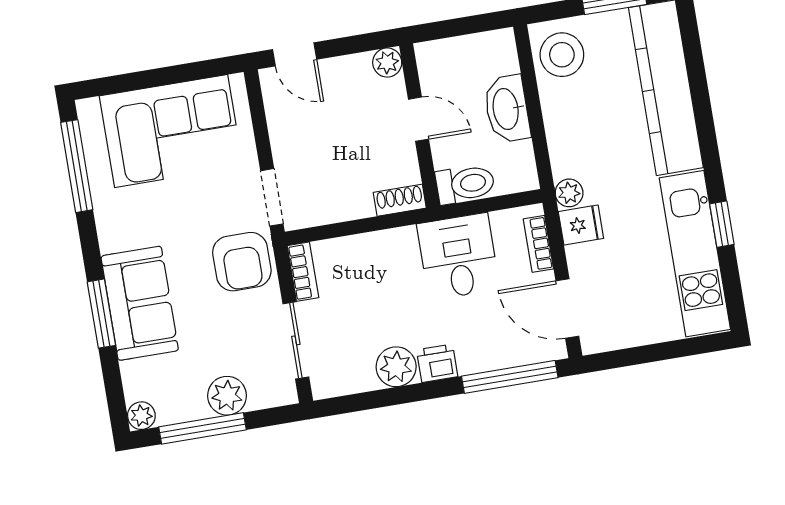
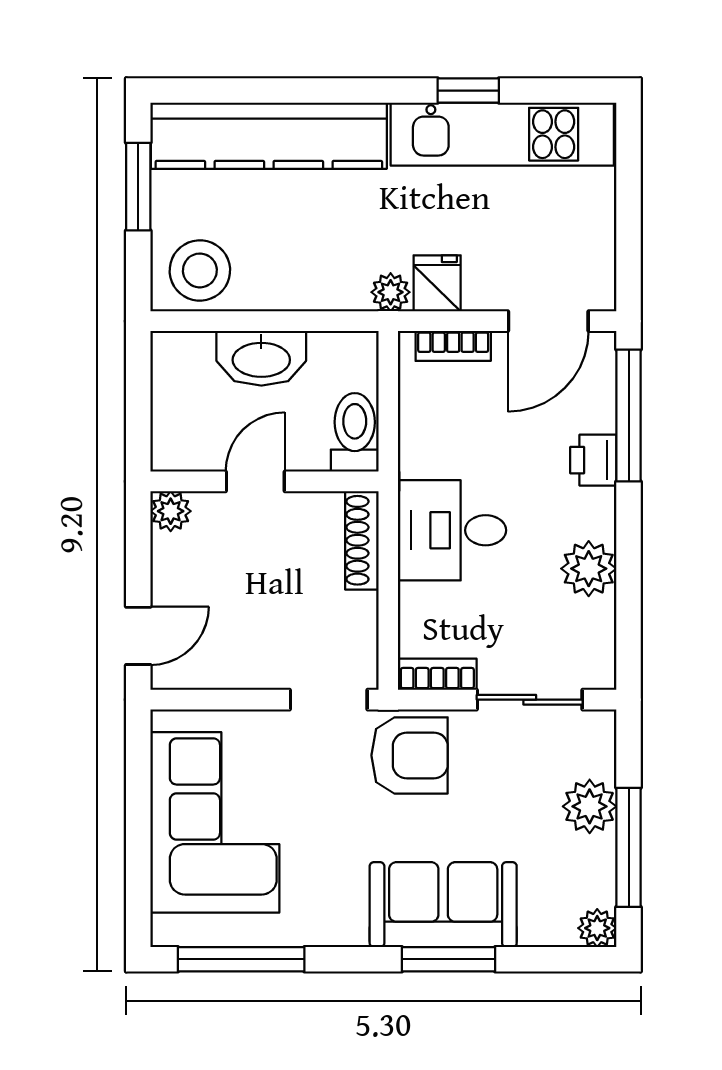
shoe rack: (400, 200) -> (362, 540), width x1.43
desk: (458, 256) -> (452, 530), moved
printer: (437, 363) -> (593, 460), moved

